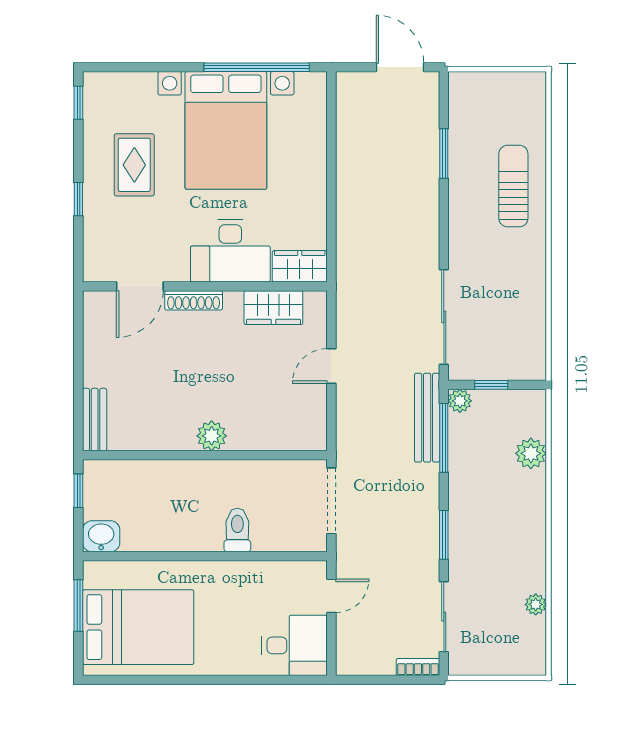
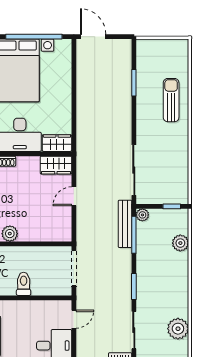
door: (400, 67) -> (93, 37), moved
wardrobe: (273, 308) -> (56, 165), moved
window: (491, 385) -> (172, 206), moved
plant: (536, 604) -> (178, 329), width x1.88, depth x1.88

